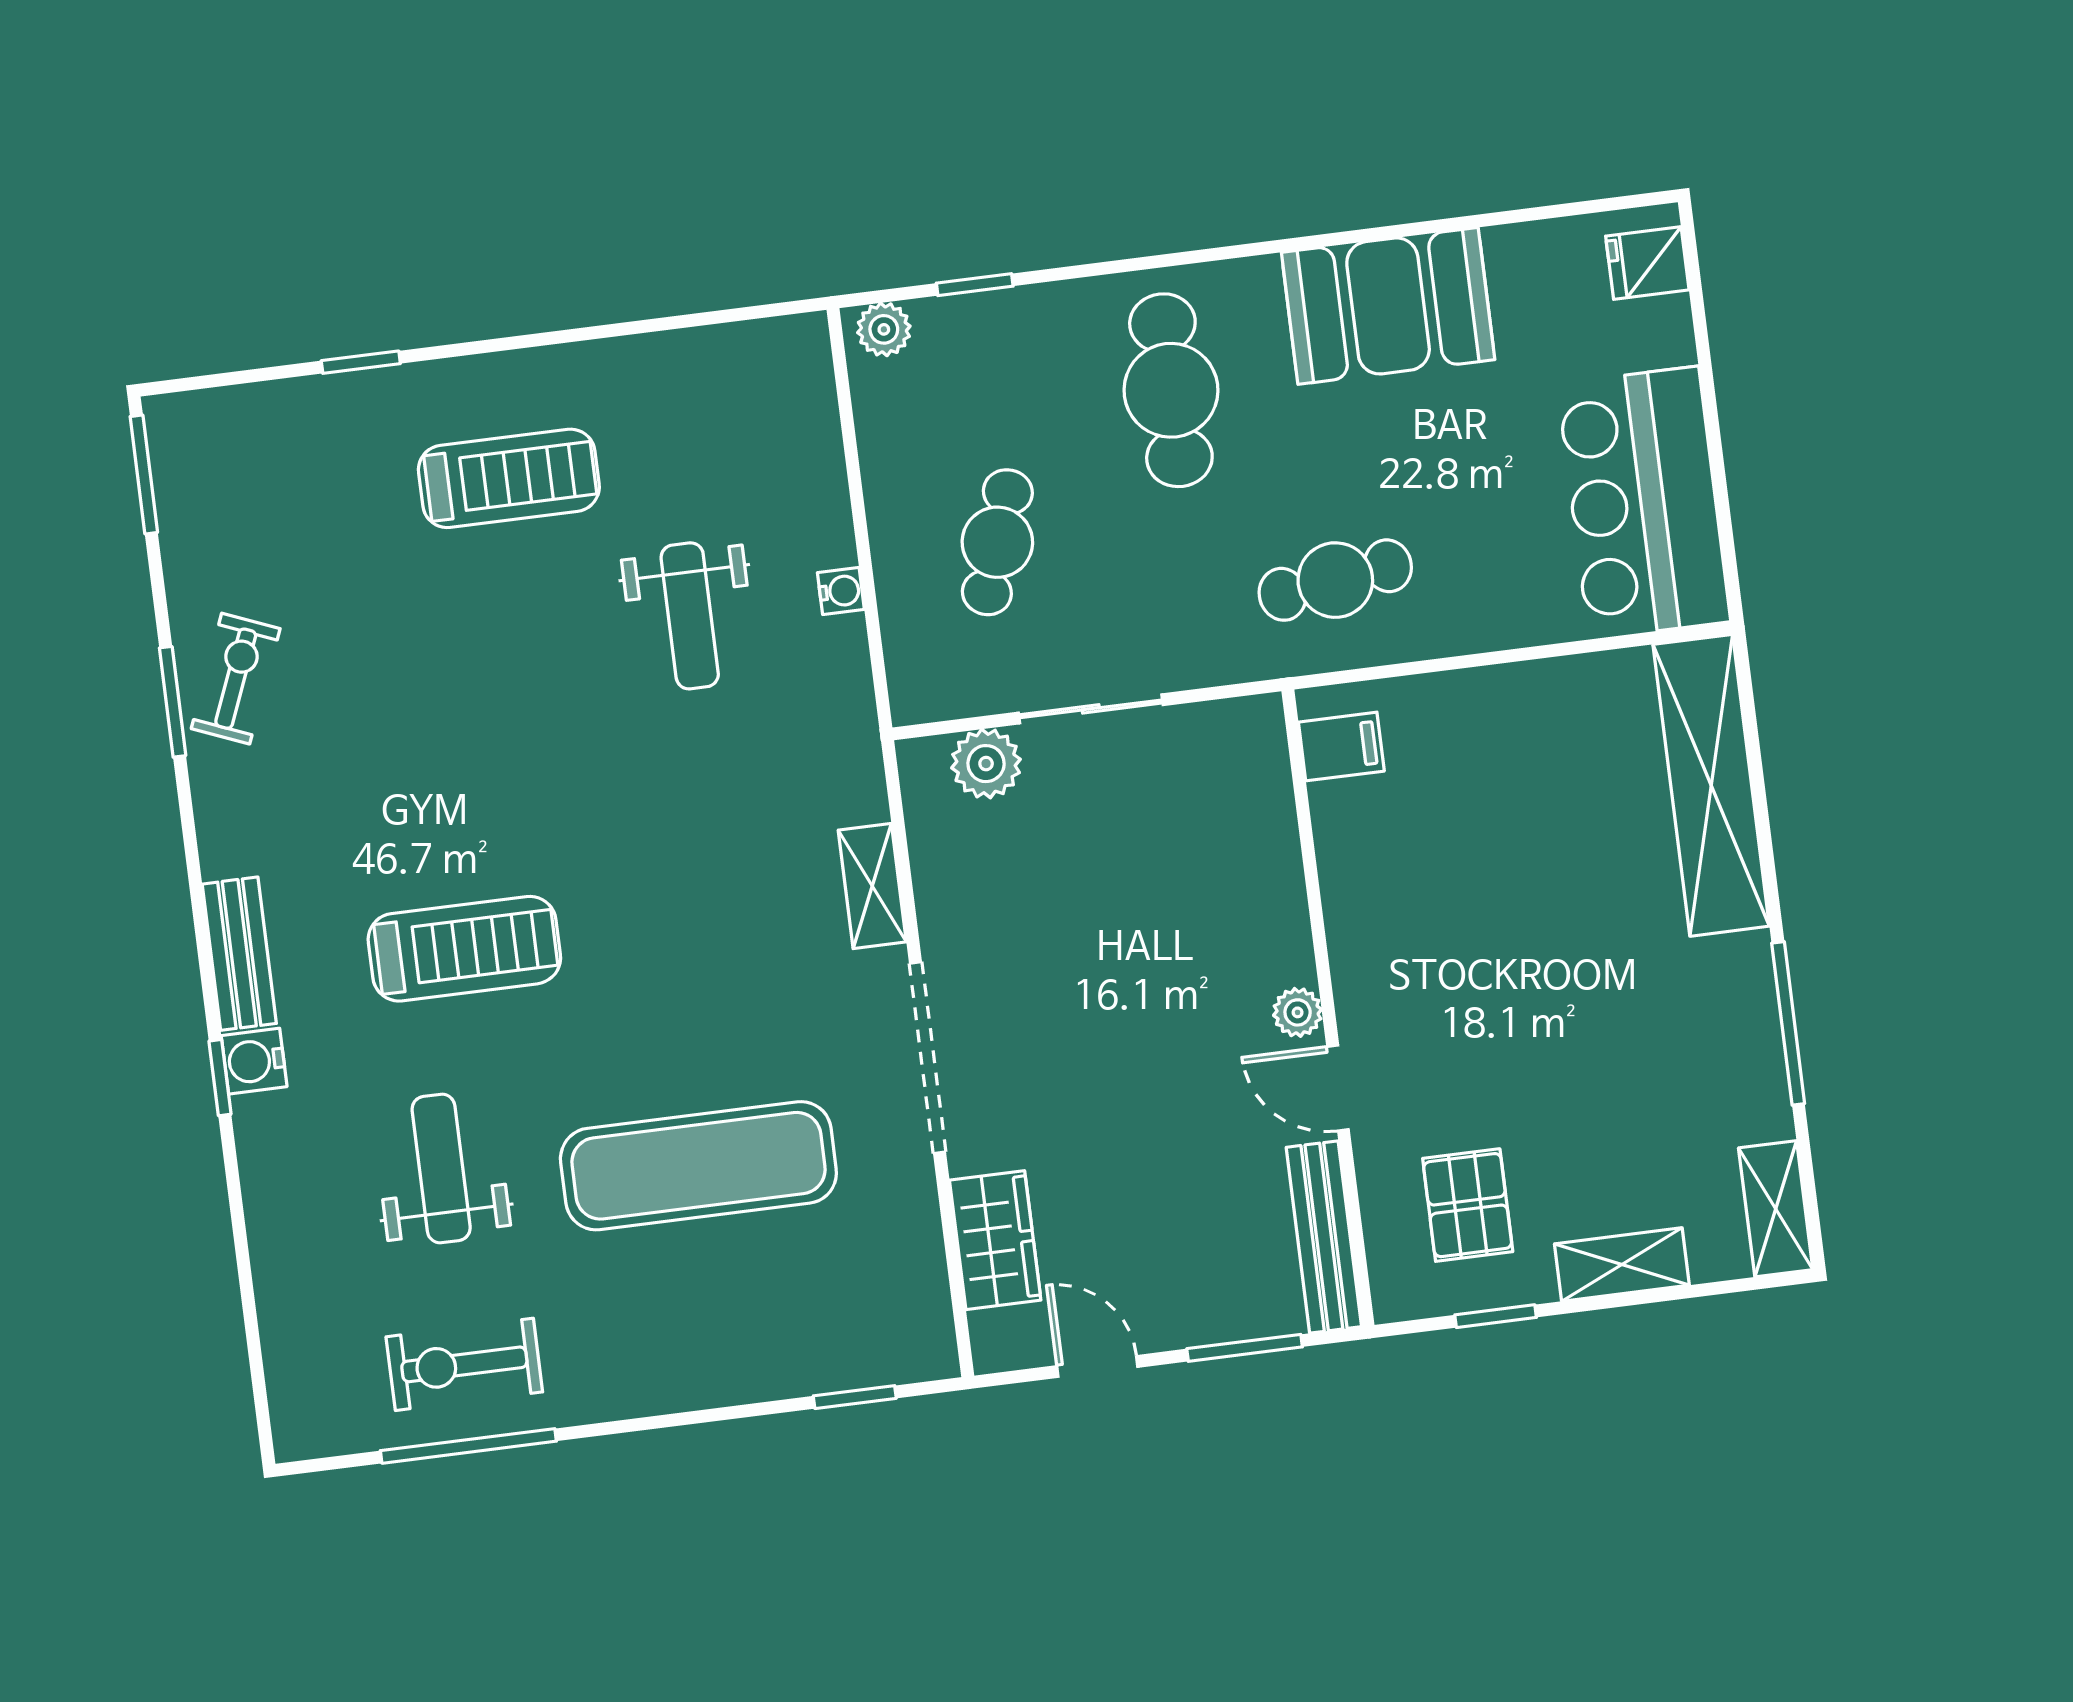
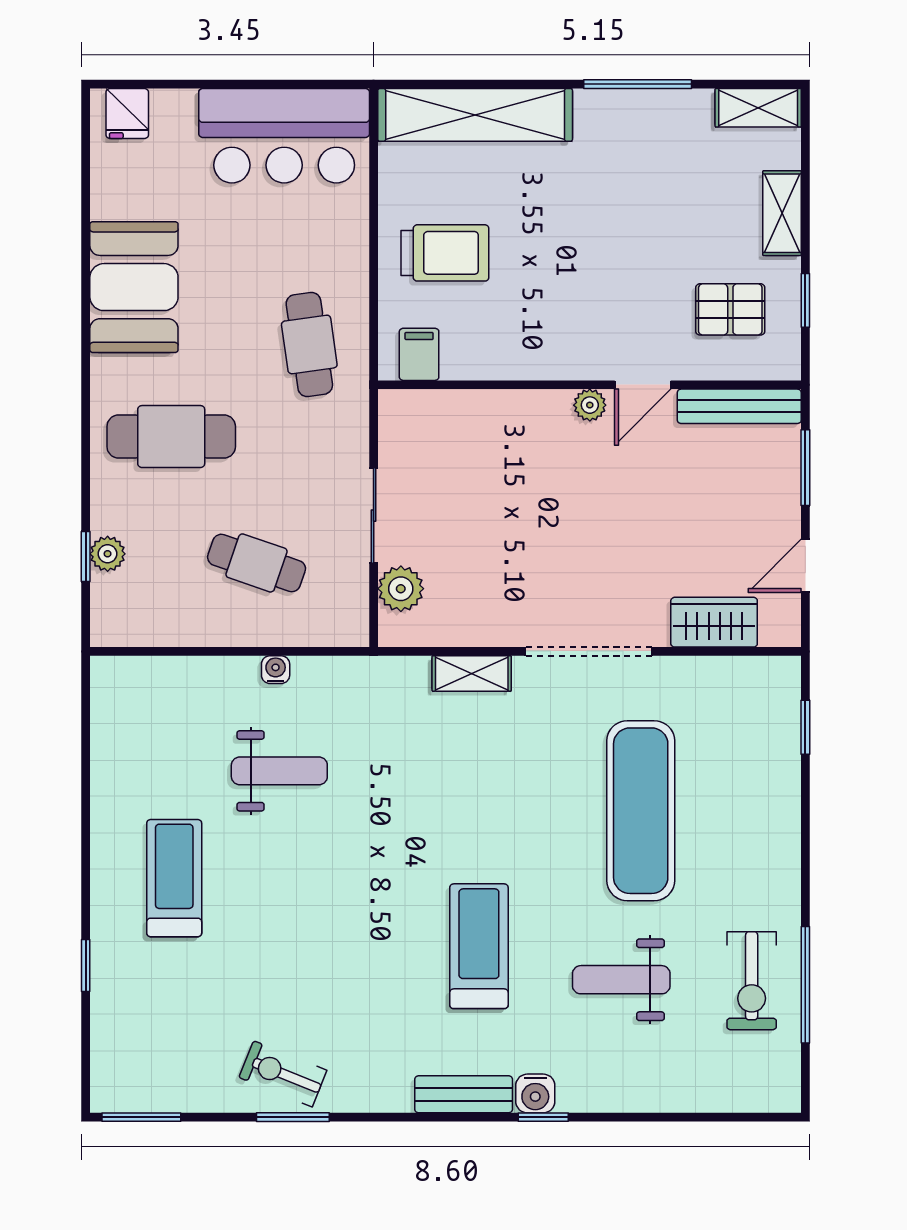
plant: (884, 329) -> (108, 554), moved
trolley: (1498, 766) -> (445, 253), added

